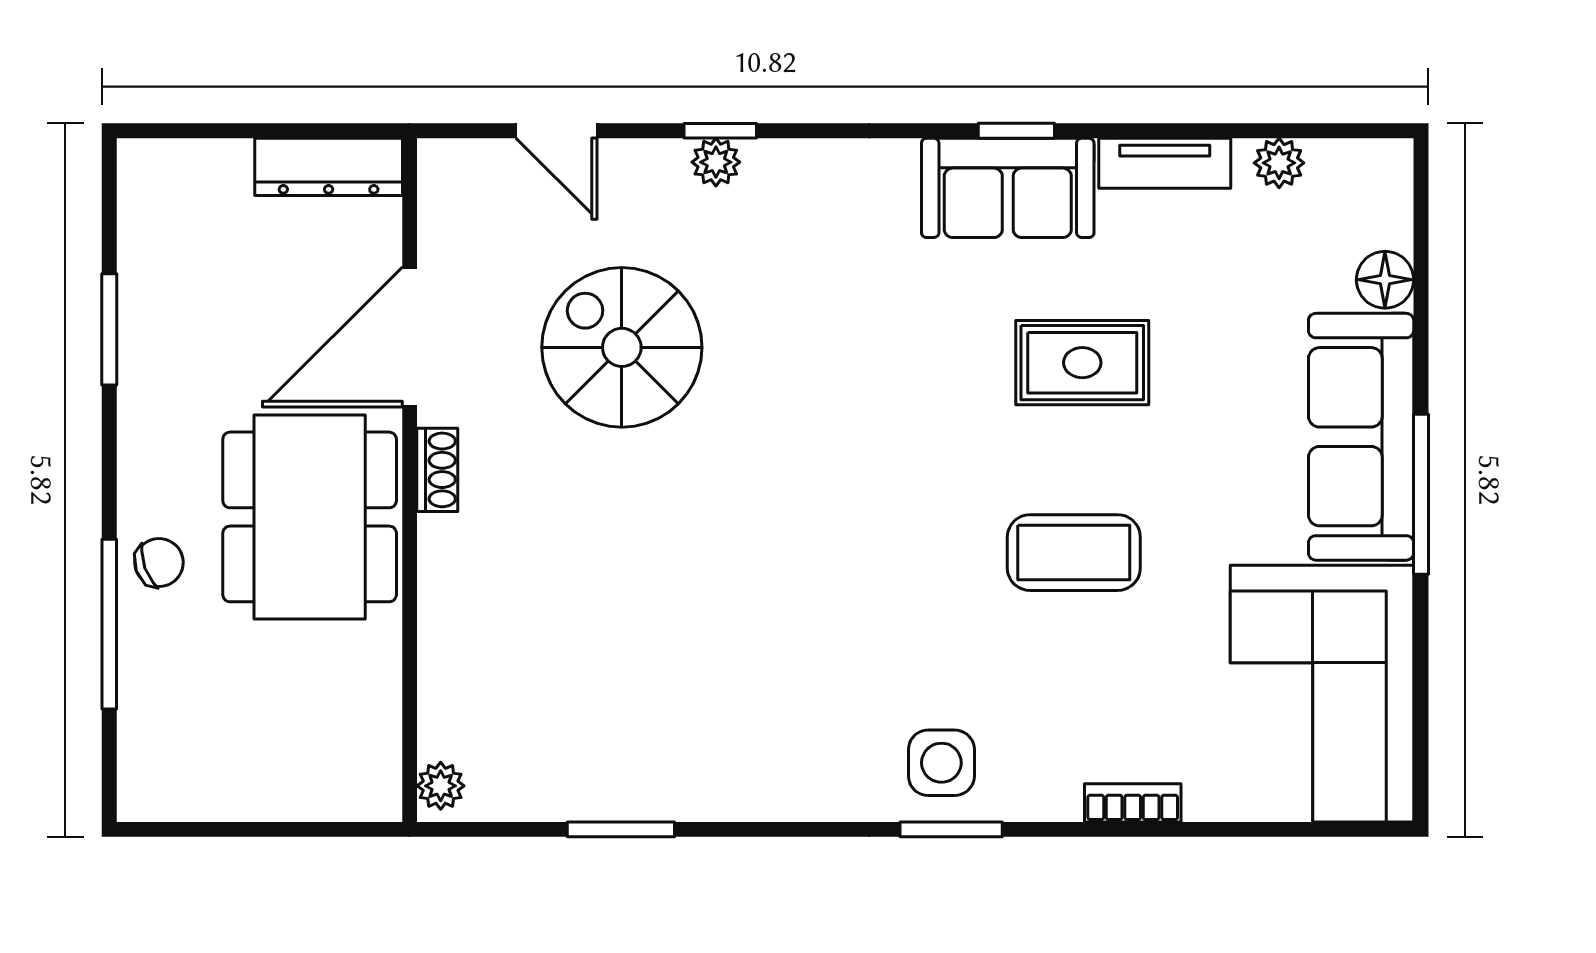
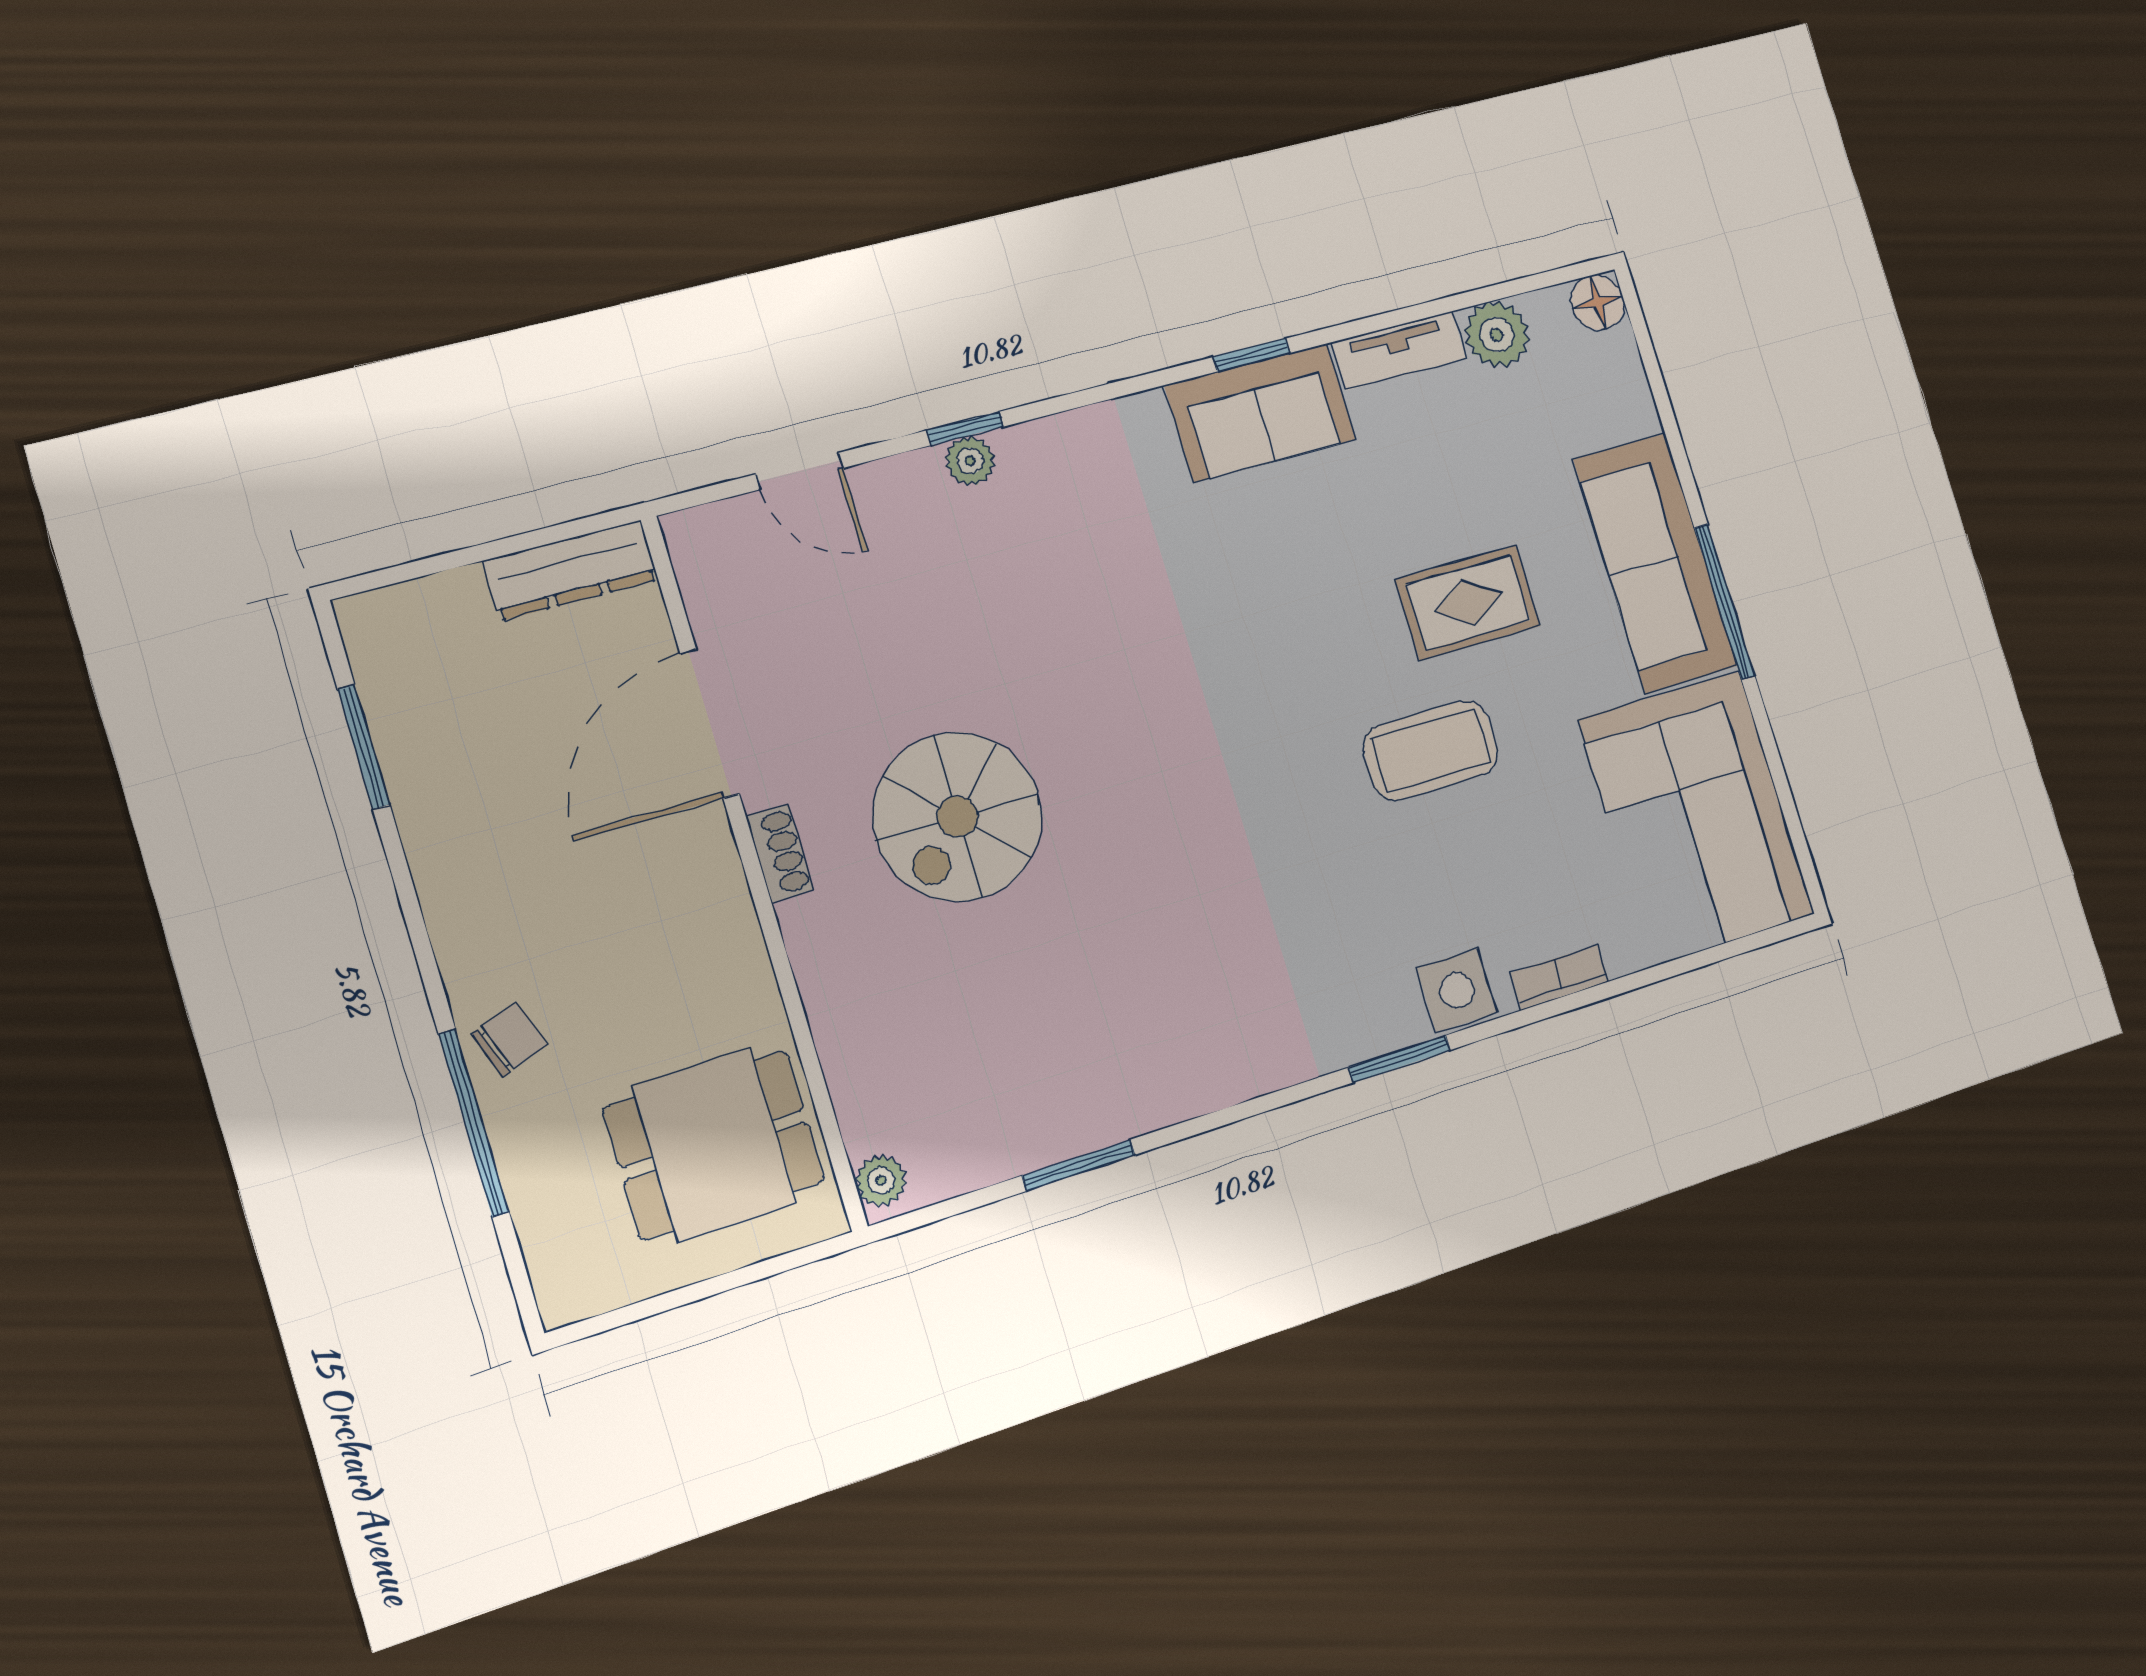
plant: (1279, 163) -> (1497, 334), width x1.38, depth x1.38
floor lamp: (1385, 280) -> (1598, 302), moved
window: (109, 329) -> (364, 747), moved
spiral stairs: (622, 347) -> (958, 817), moved, turned -90
rug: (1082, 363) -> (1468, 603), moved
dining table: (310, 517) -> (714, 1145), moved, width x0.73
side table: (941, 763) -> (1457, 990), moved

